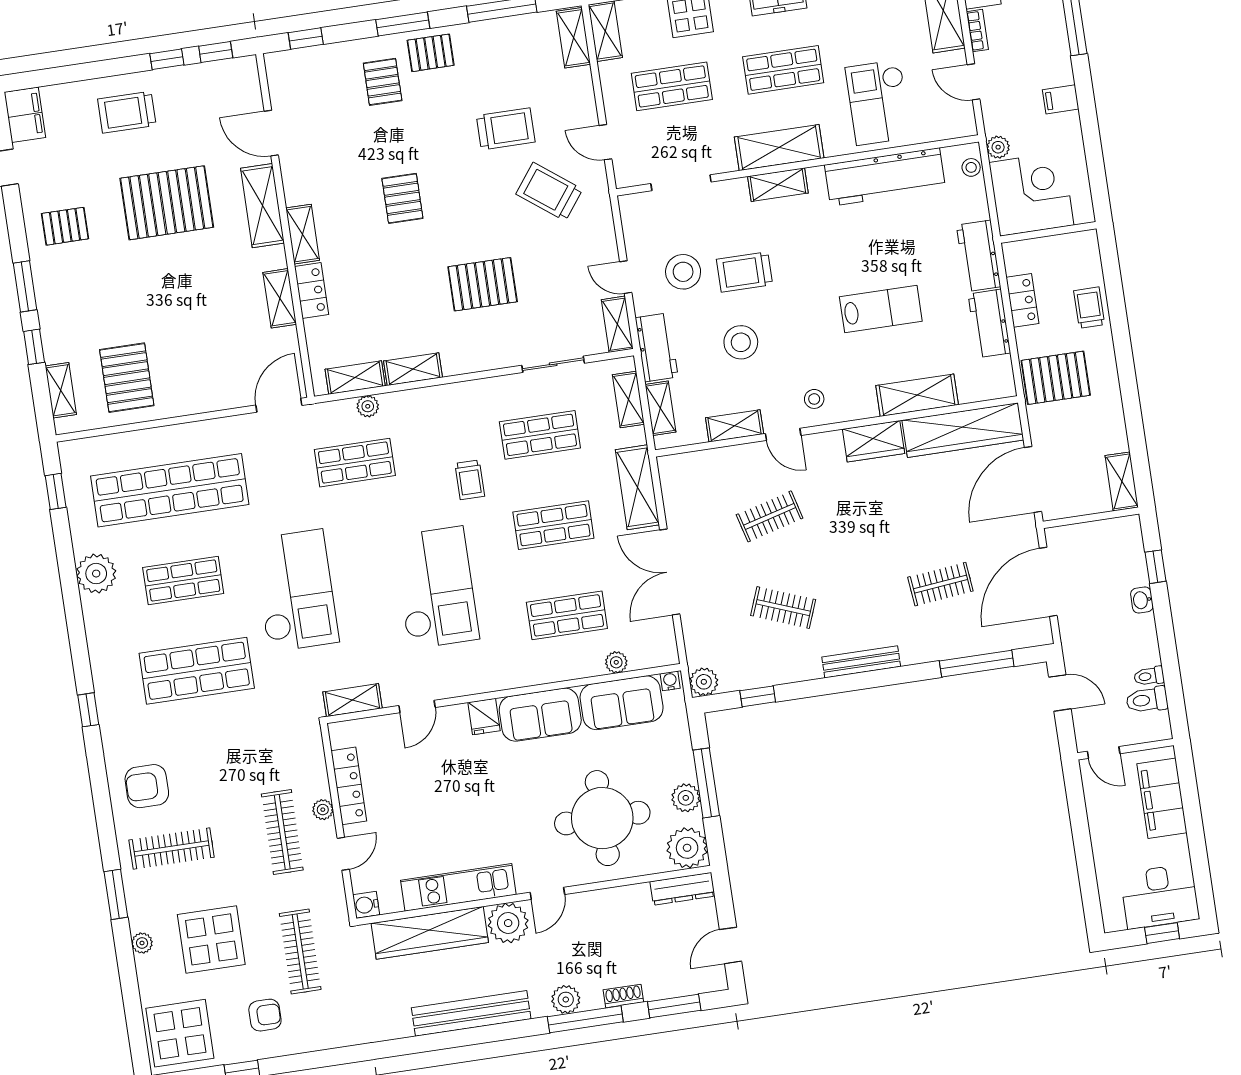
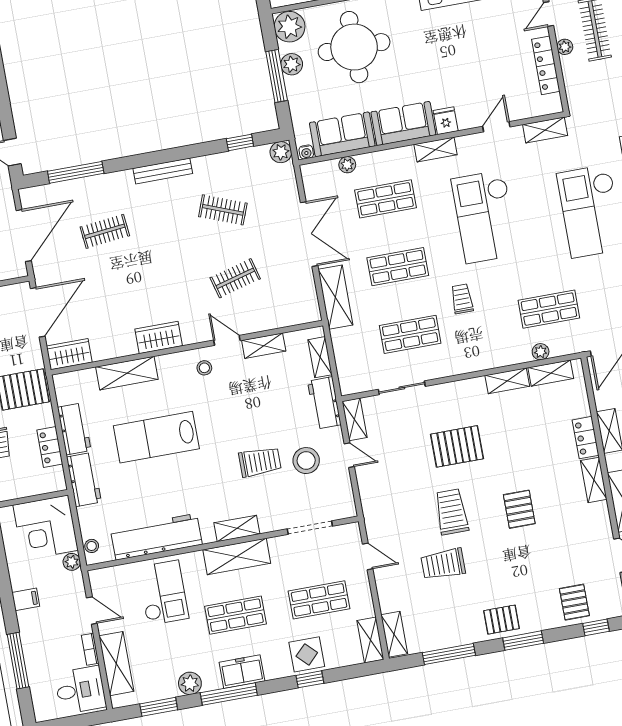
pallet: (383, 82) -> (574, 602), moved
trolley: (549, 192) -> (452, 512), moved, turned -127
lab bench: (881, 309) -> (156, 437), width x1.36, depth x1.39
stool: (741, 342) -> (261, 409), removed
shelving: (628, 399) -> (436, 150), moved, turned 90
wardrobe: (963, 430) -> (69, 354), width x0.48, depth x0.85

